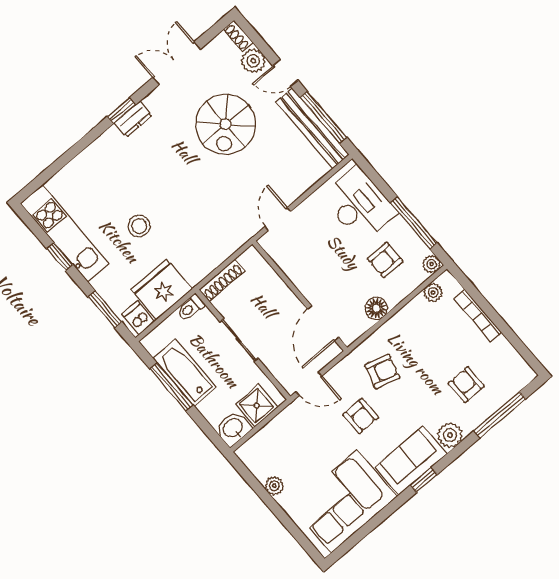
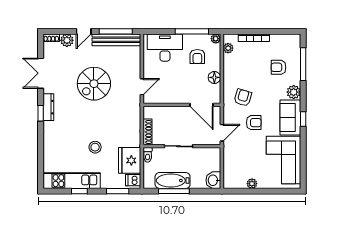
dresser: (133, 119) -> (48, 107), width x1.44
spiral stairs: (226, 124) -> (94, 84), moved, turned 90
door: (278, 219) -> (142, 87), swing flipped
shower: (257, 406) -> (212, 162), removed

